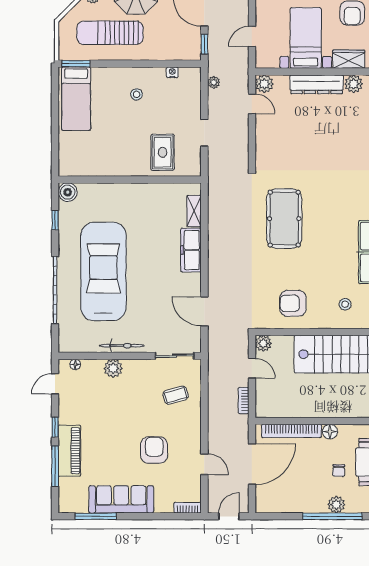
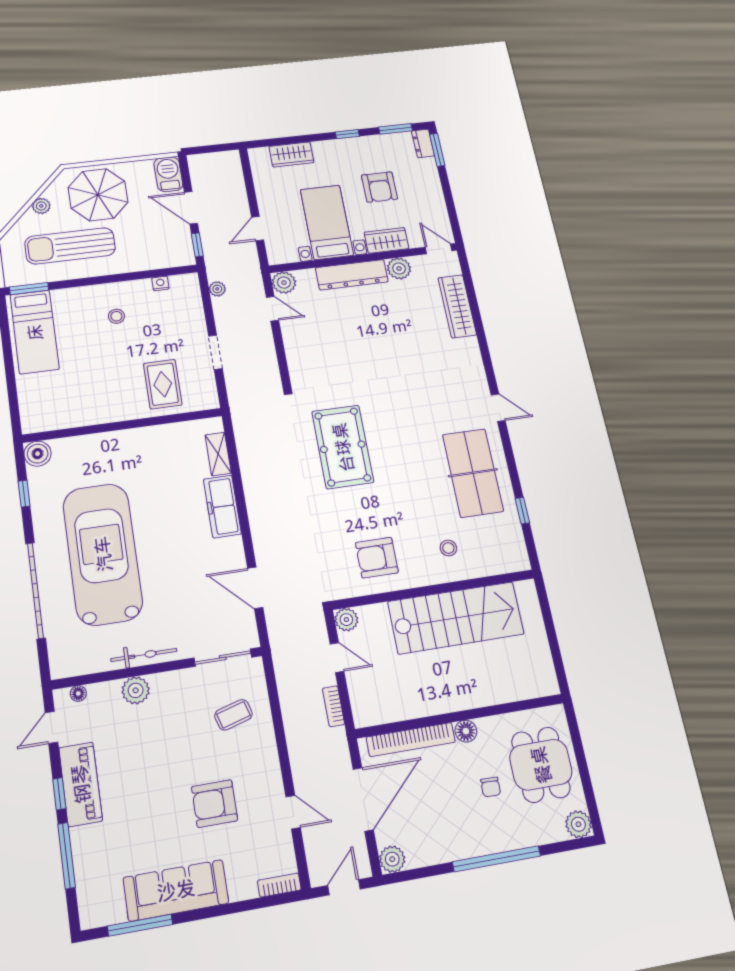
armchair: (154, 450) -> (215, 804), turned -90
piano: (69, 451) -> (81, 784), moved
plant: (336, 505) -> (392, 859), moved

